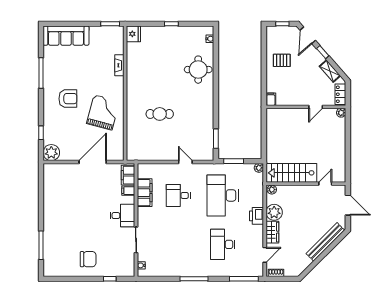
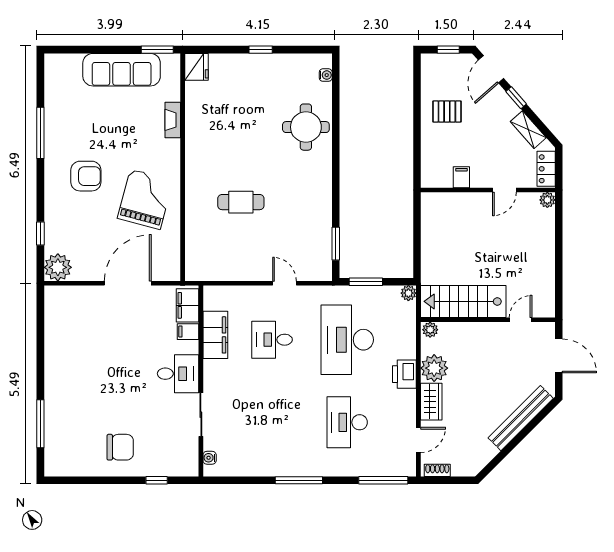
sofa: (66, 36) -> (122, 70), moved
filing cabinet: (271, 99) -> (461, 177), moved

